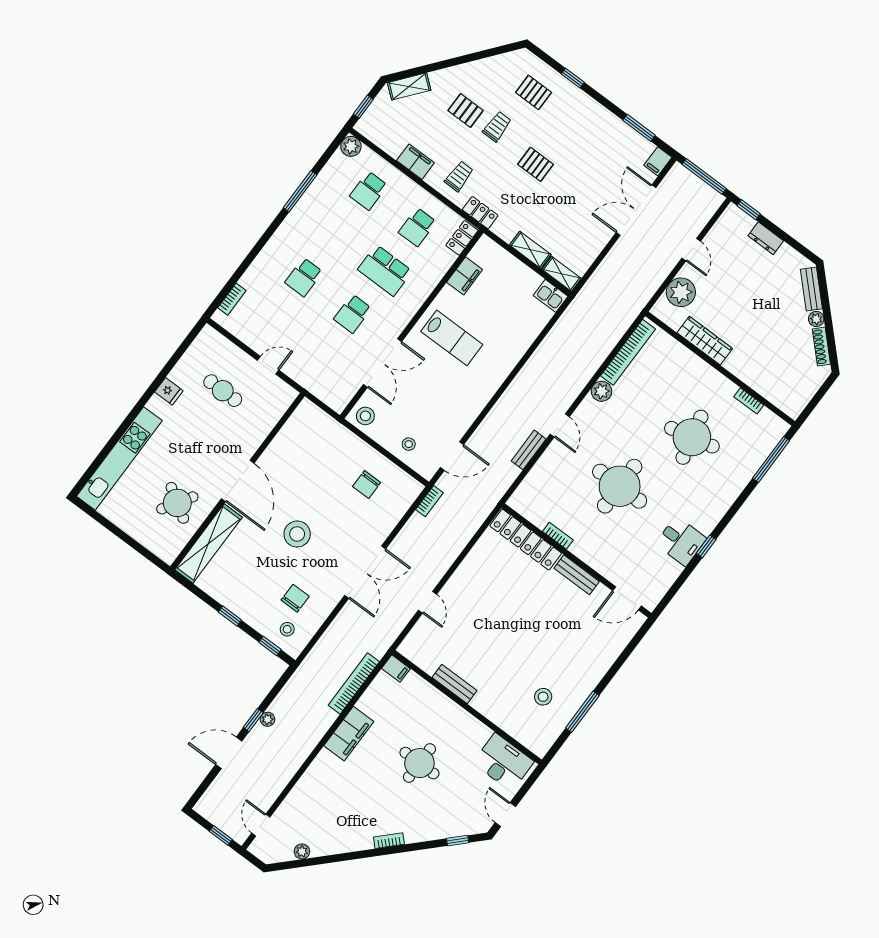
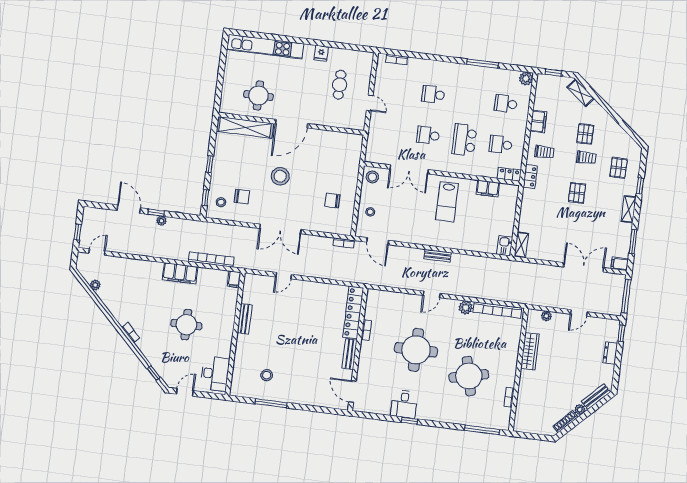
shelving: (530, 250) -> (629, 209), moved
plant: (681, 292) -> (546, 316), width x0.53, depth x0.53
bench: (529, 450) -> (437, 256), moved
round table: (177, 503) -> (258, 95), turned -32

